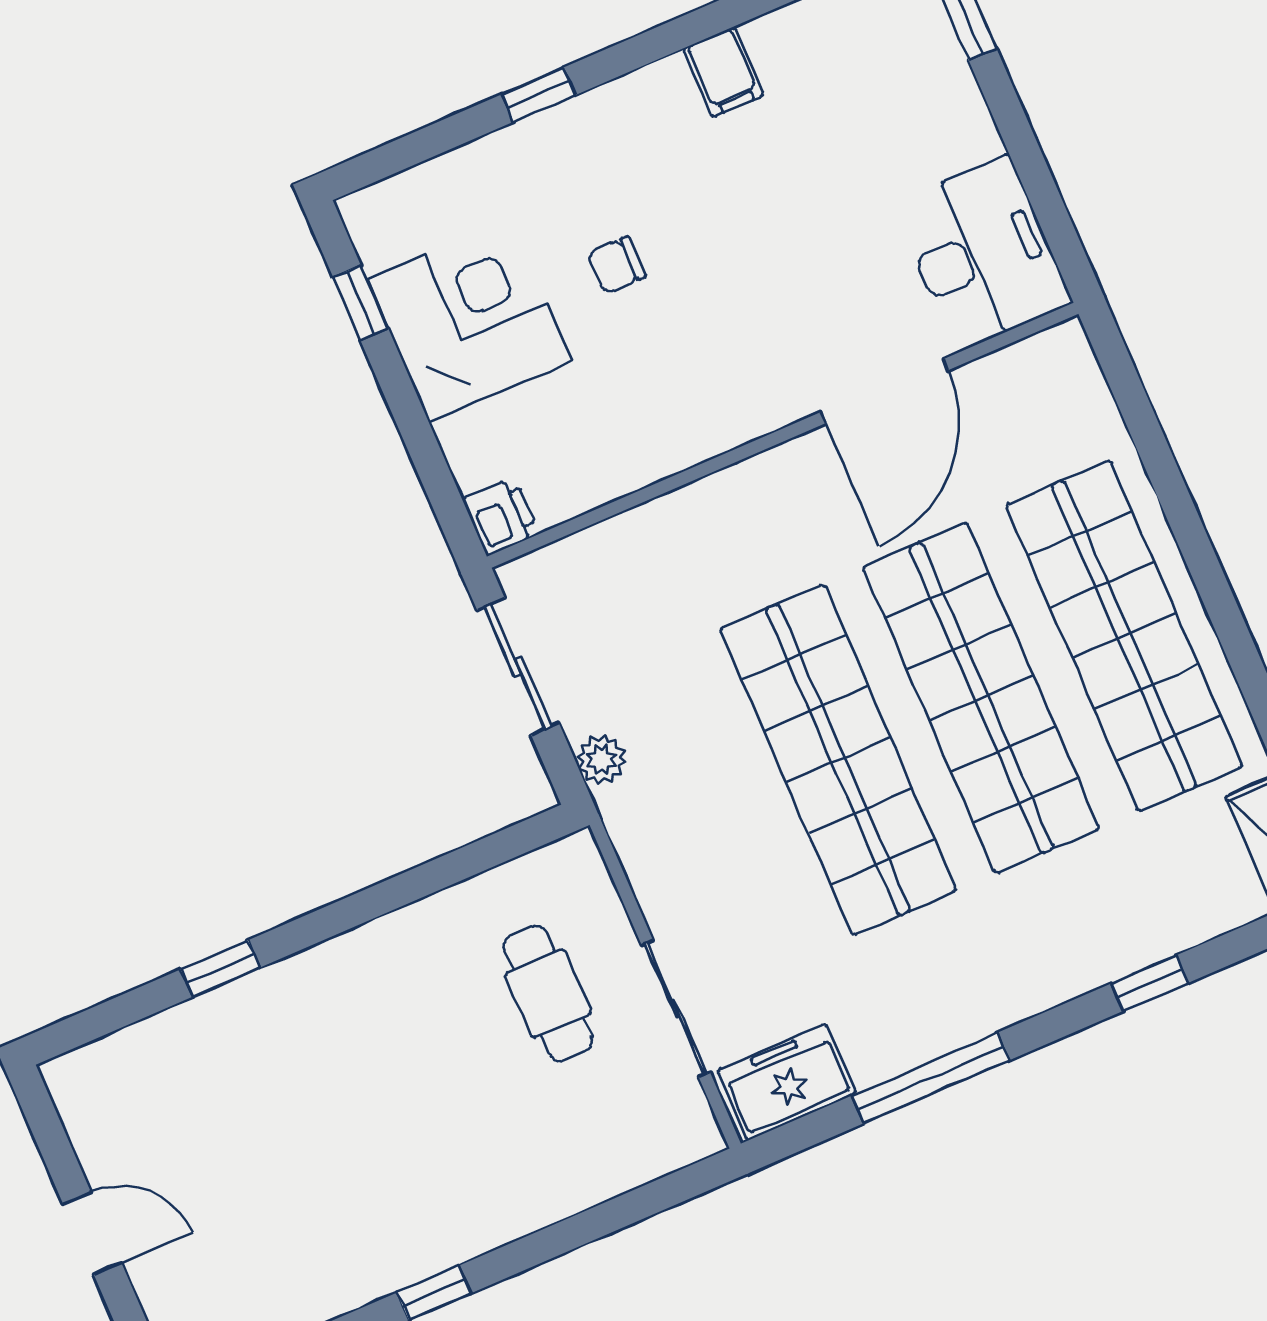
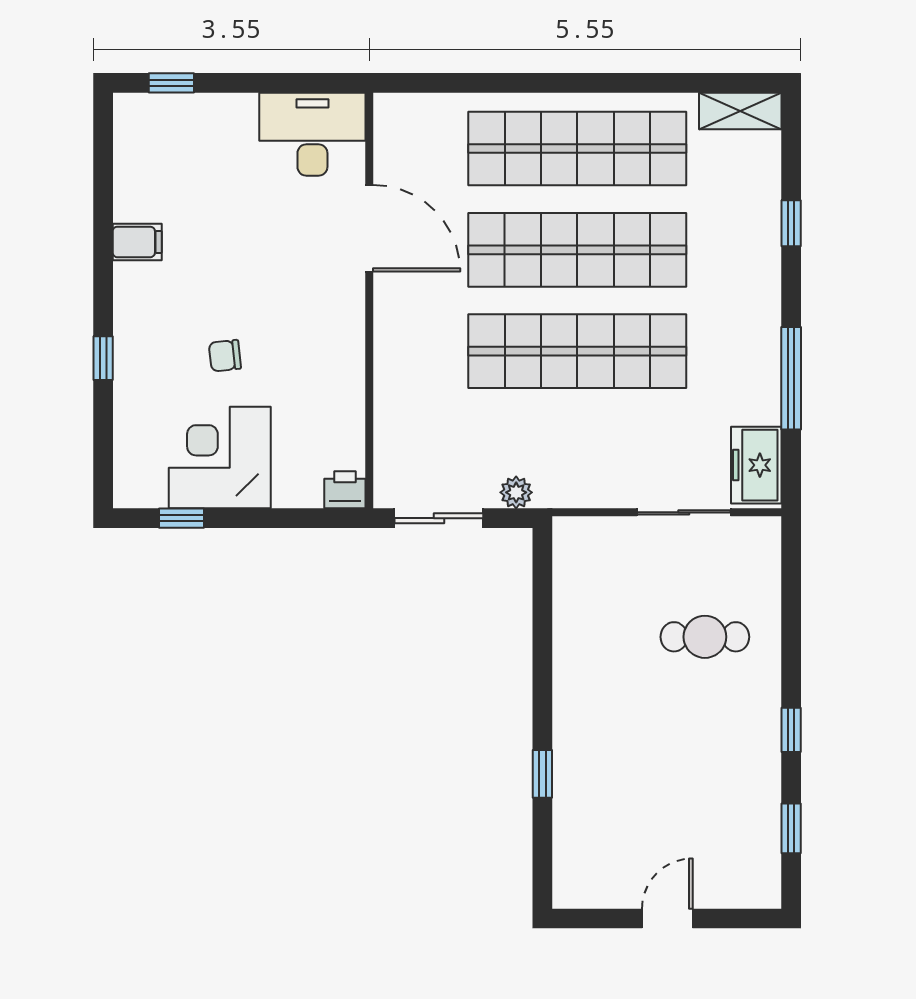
chair: (617, 265) -> (225, 356), turned 84
cafe table: (548, 993) -> (705, 637), moved

